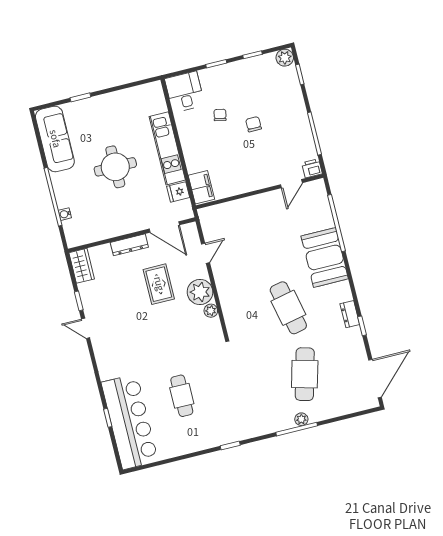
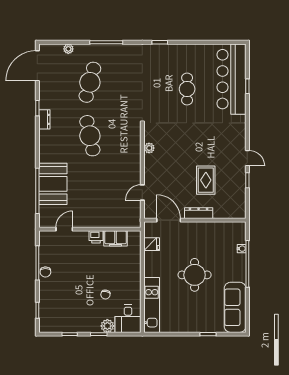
plant: (285, 58) -> (107, 326), moved
chair: (254, 124) -> (45, 272), moved
kitchen unit: (167, 148) -> (152, 305), moved
printer: (312, 168) -> (96, 237), moved
filing cabinet: (201, 187) -> (116, 238), moved, turned -90
booth: (325, 257) -> (53, 184), moved
wardrobe: (82, 266) -> (239, 206), removed
rug: (159, 284) -> (206, 180), moved
plant: (200, 292) -> (154, 164), removed
plant: (301, 419) -> (68, 49), moved

